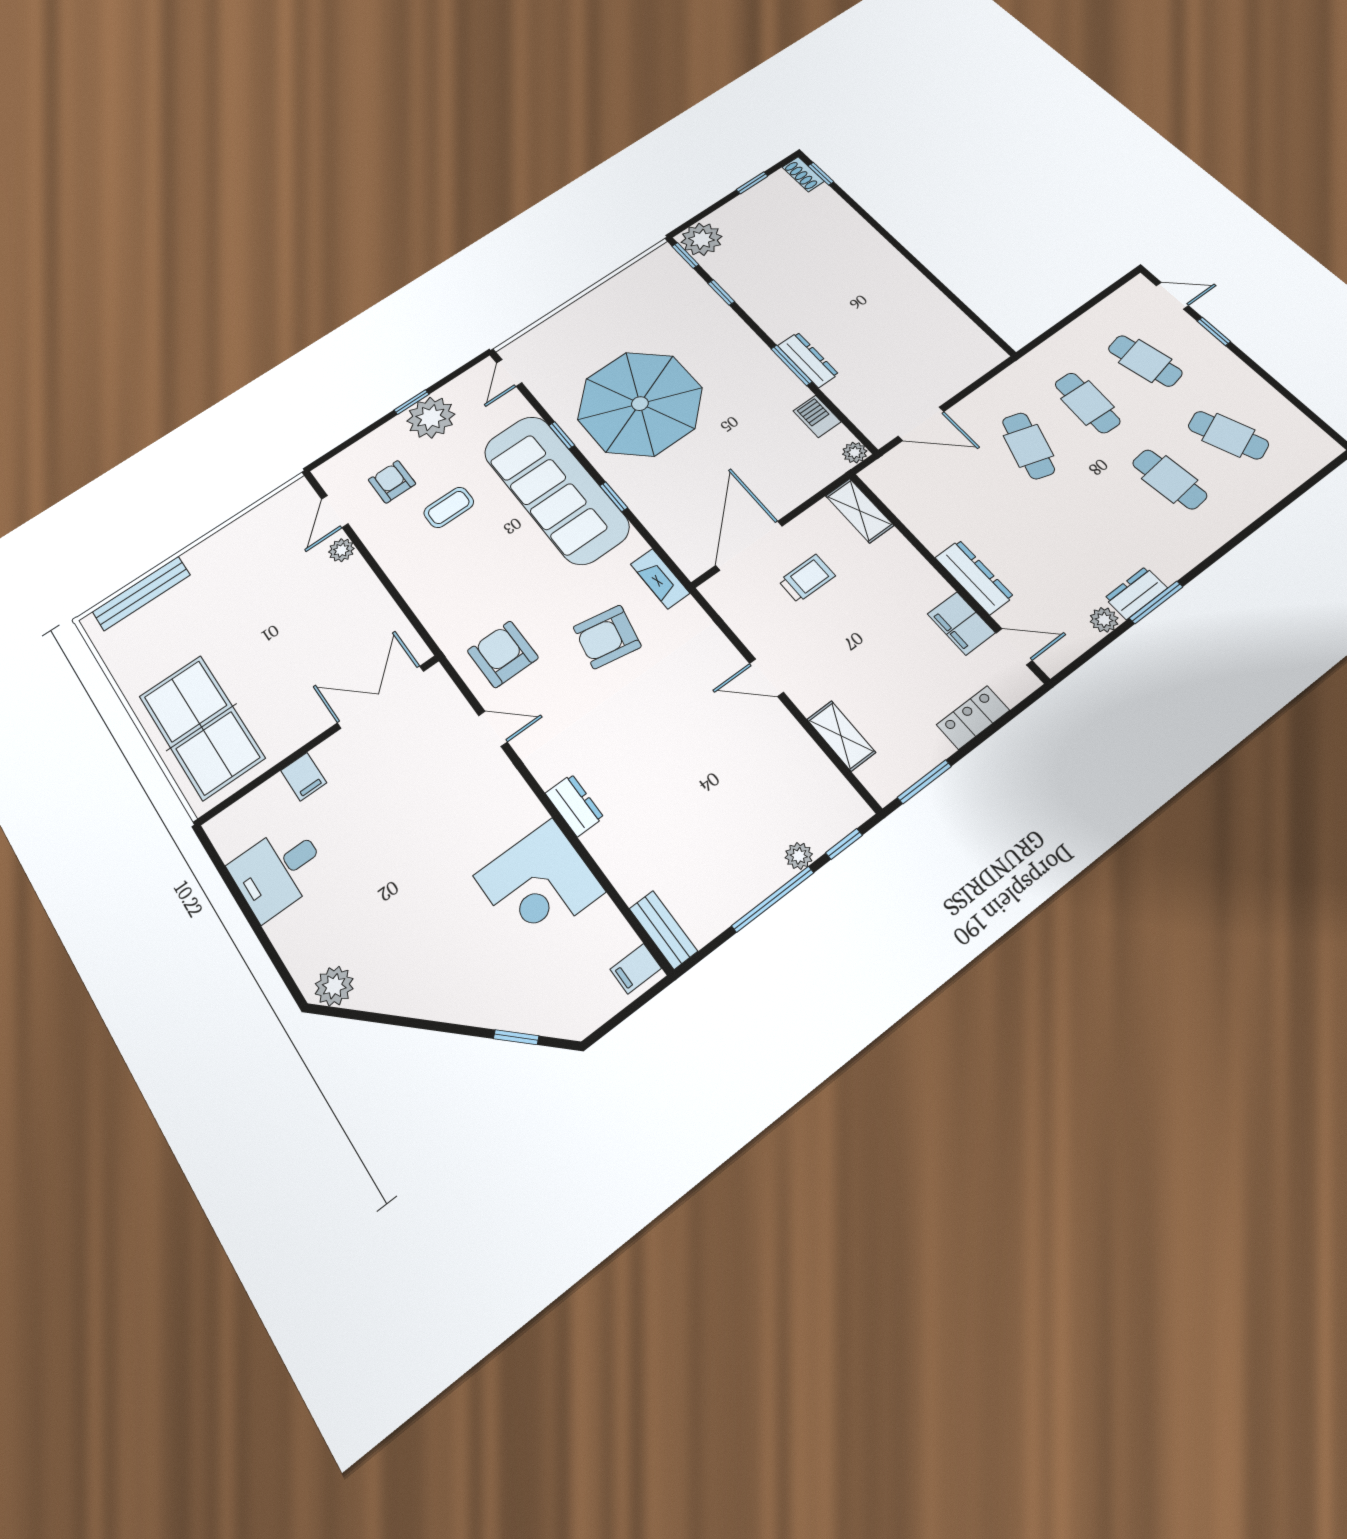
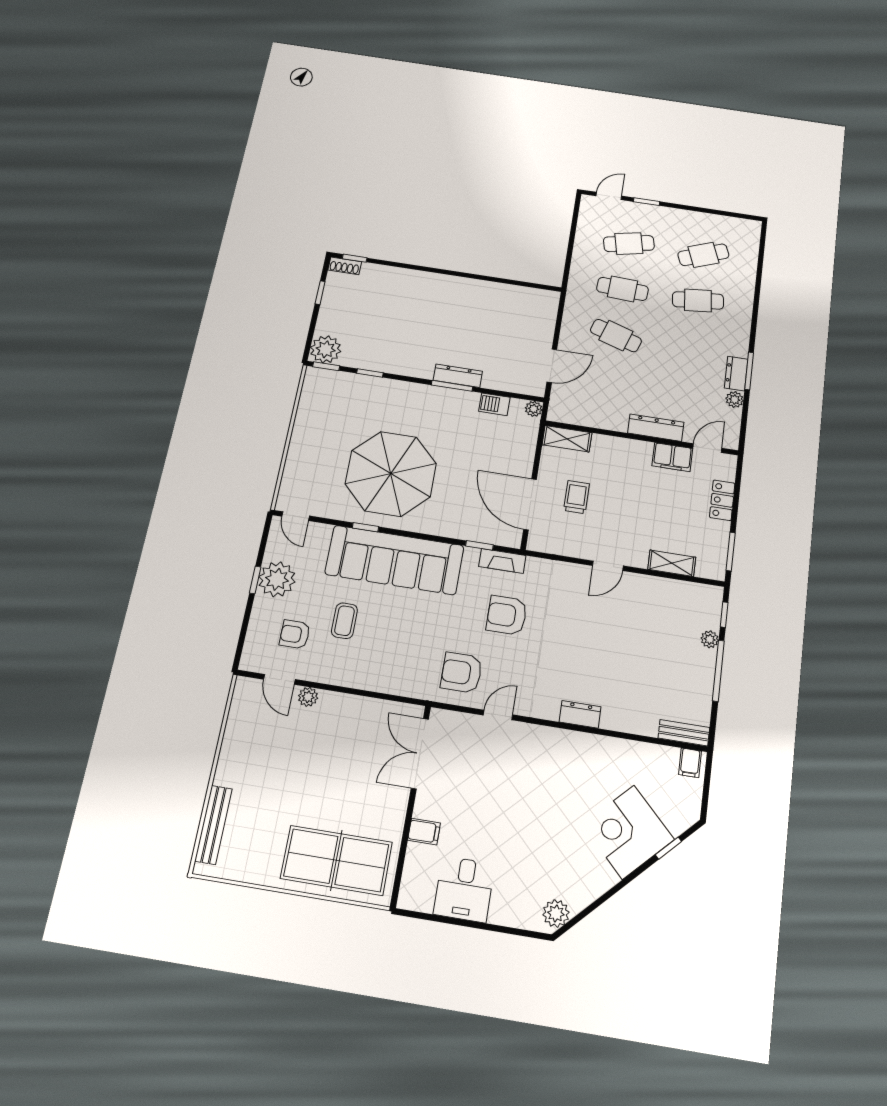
window: (614, 497) -> (479, 545), moved
armchair: (607, 637) -> (507, 615), turned 79
corner desk: (539, 884) -> (628, 832), moved, turned 135

